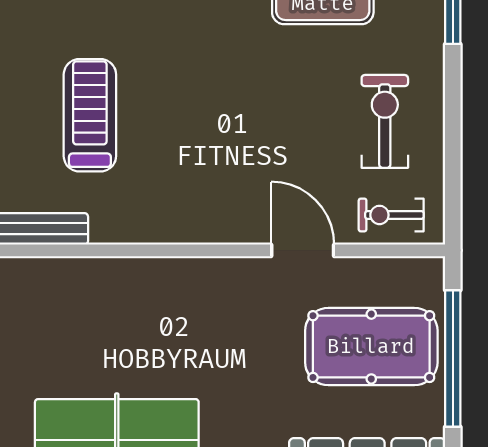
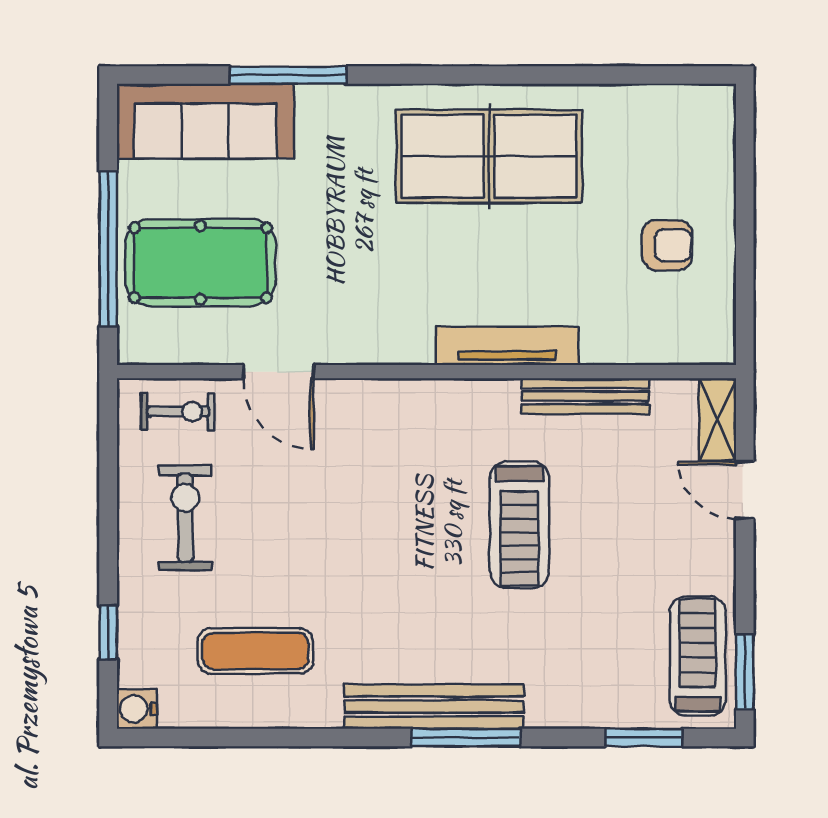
exercise bike: (385, 121) -> (185, 518), turned 180
tv unit: (101, 273) -> (507, 346), added

